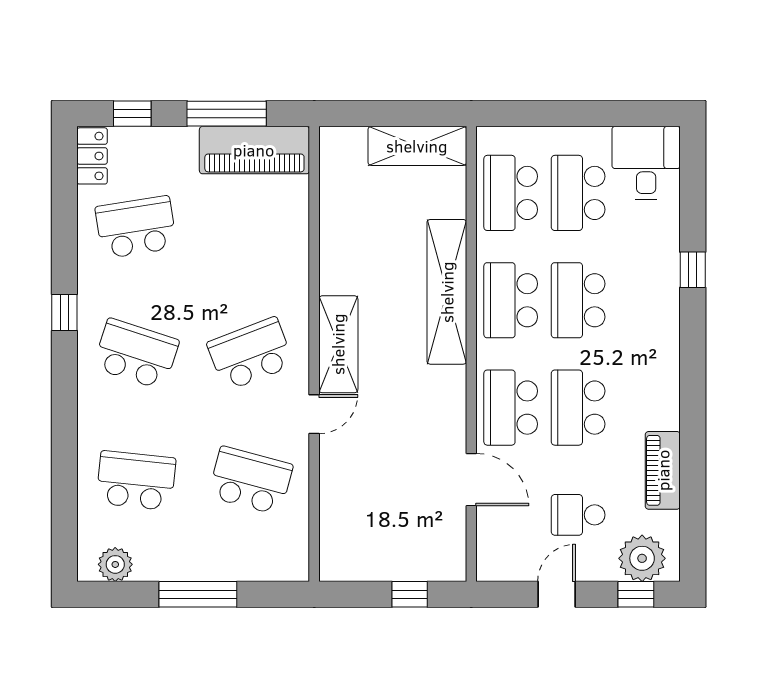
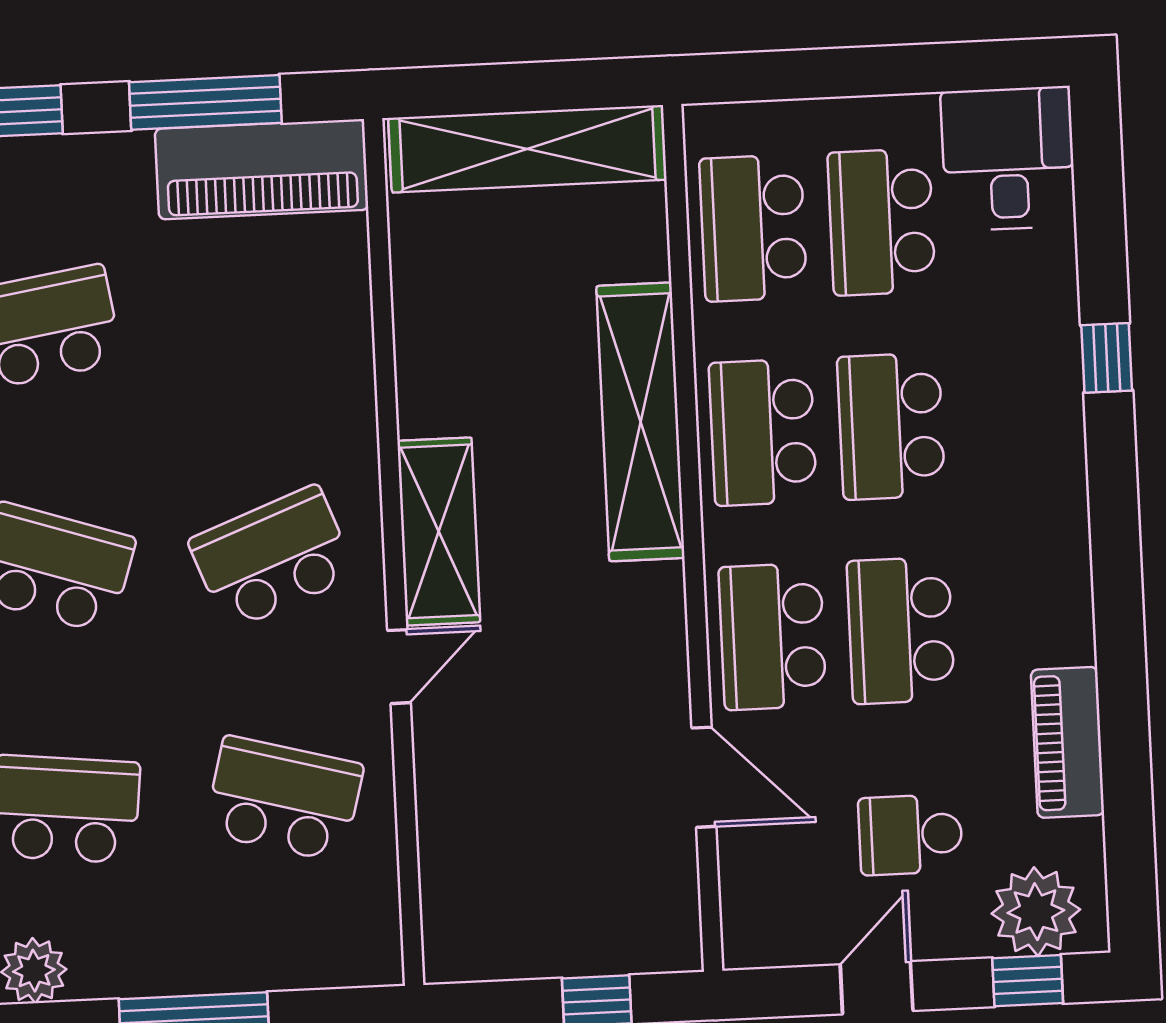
shelving: (417, 146) -> (528, 149), width x1.47

